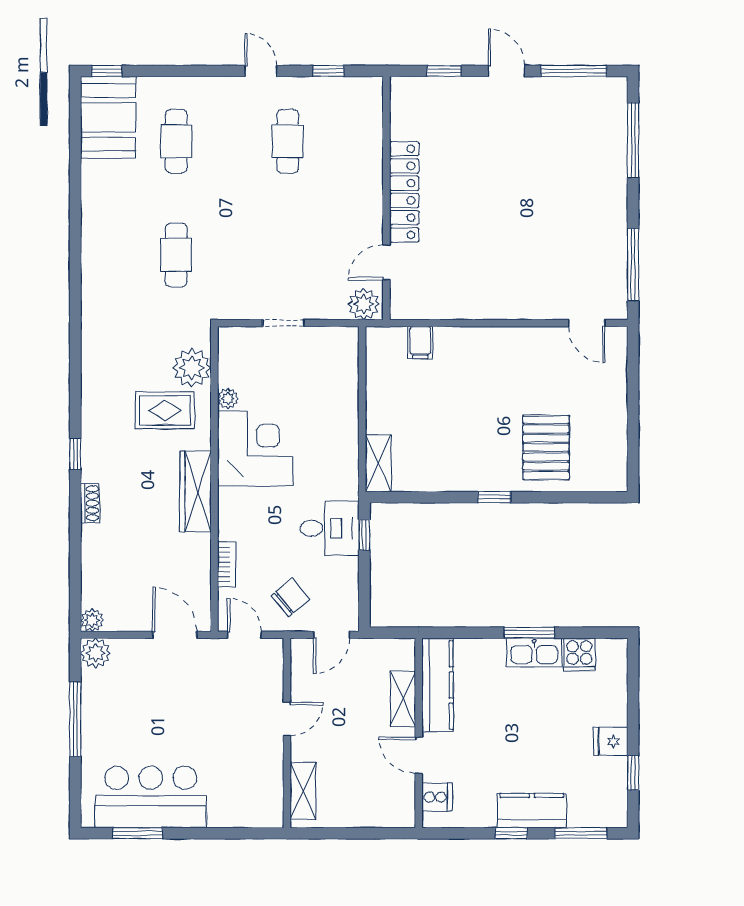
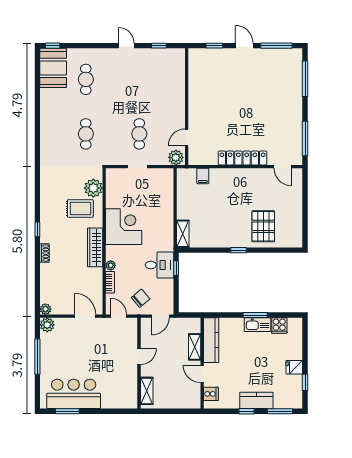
cafe table: (288, 141) -> (139, 134), moved
locker: (404, 192) -> (242, 158), moved, turned -90
plant: (228, 398) -> (111, 265), moved

